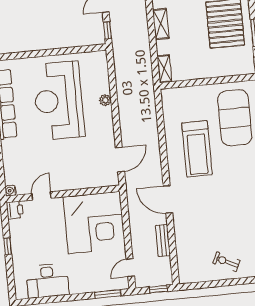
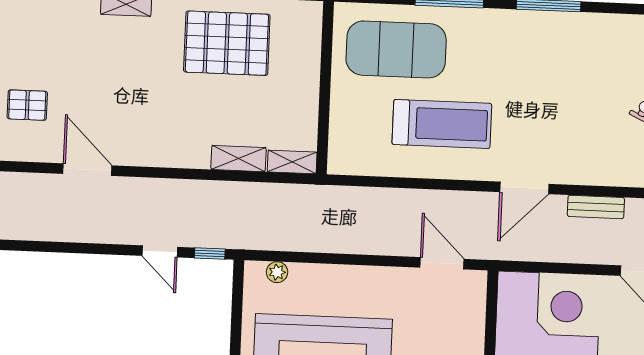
shelving: (161, 24) -> (239, 159), moved
plant: (105, 100) -> (277, 272), moved

